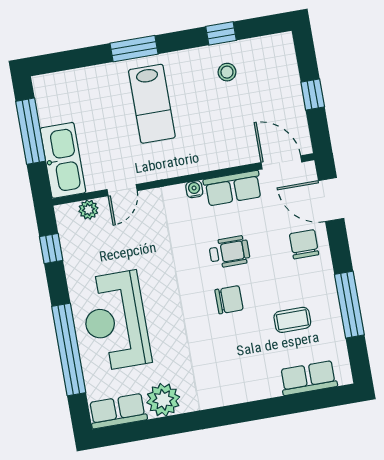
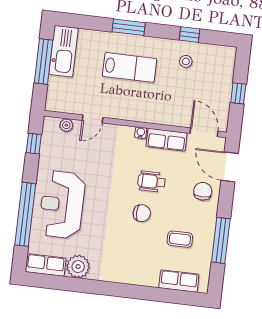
lab bench: (152, 104) -> (130, 67), turned -90
kitchen sink: (63, 160) -> (63, 51), moved
wheelchair: (229, 252) -> (152, 181), turned 180

